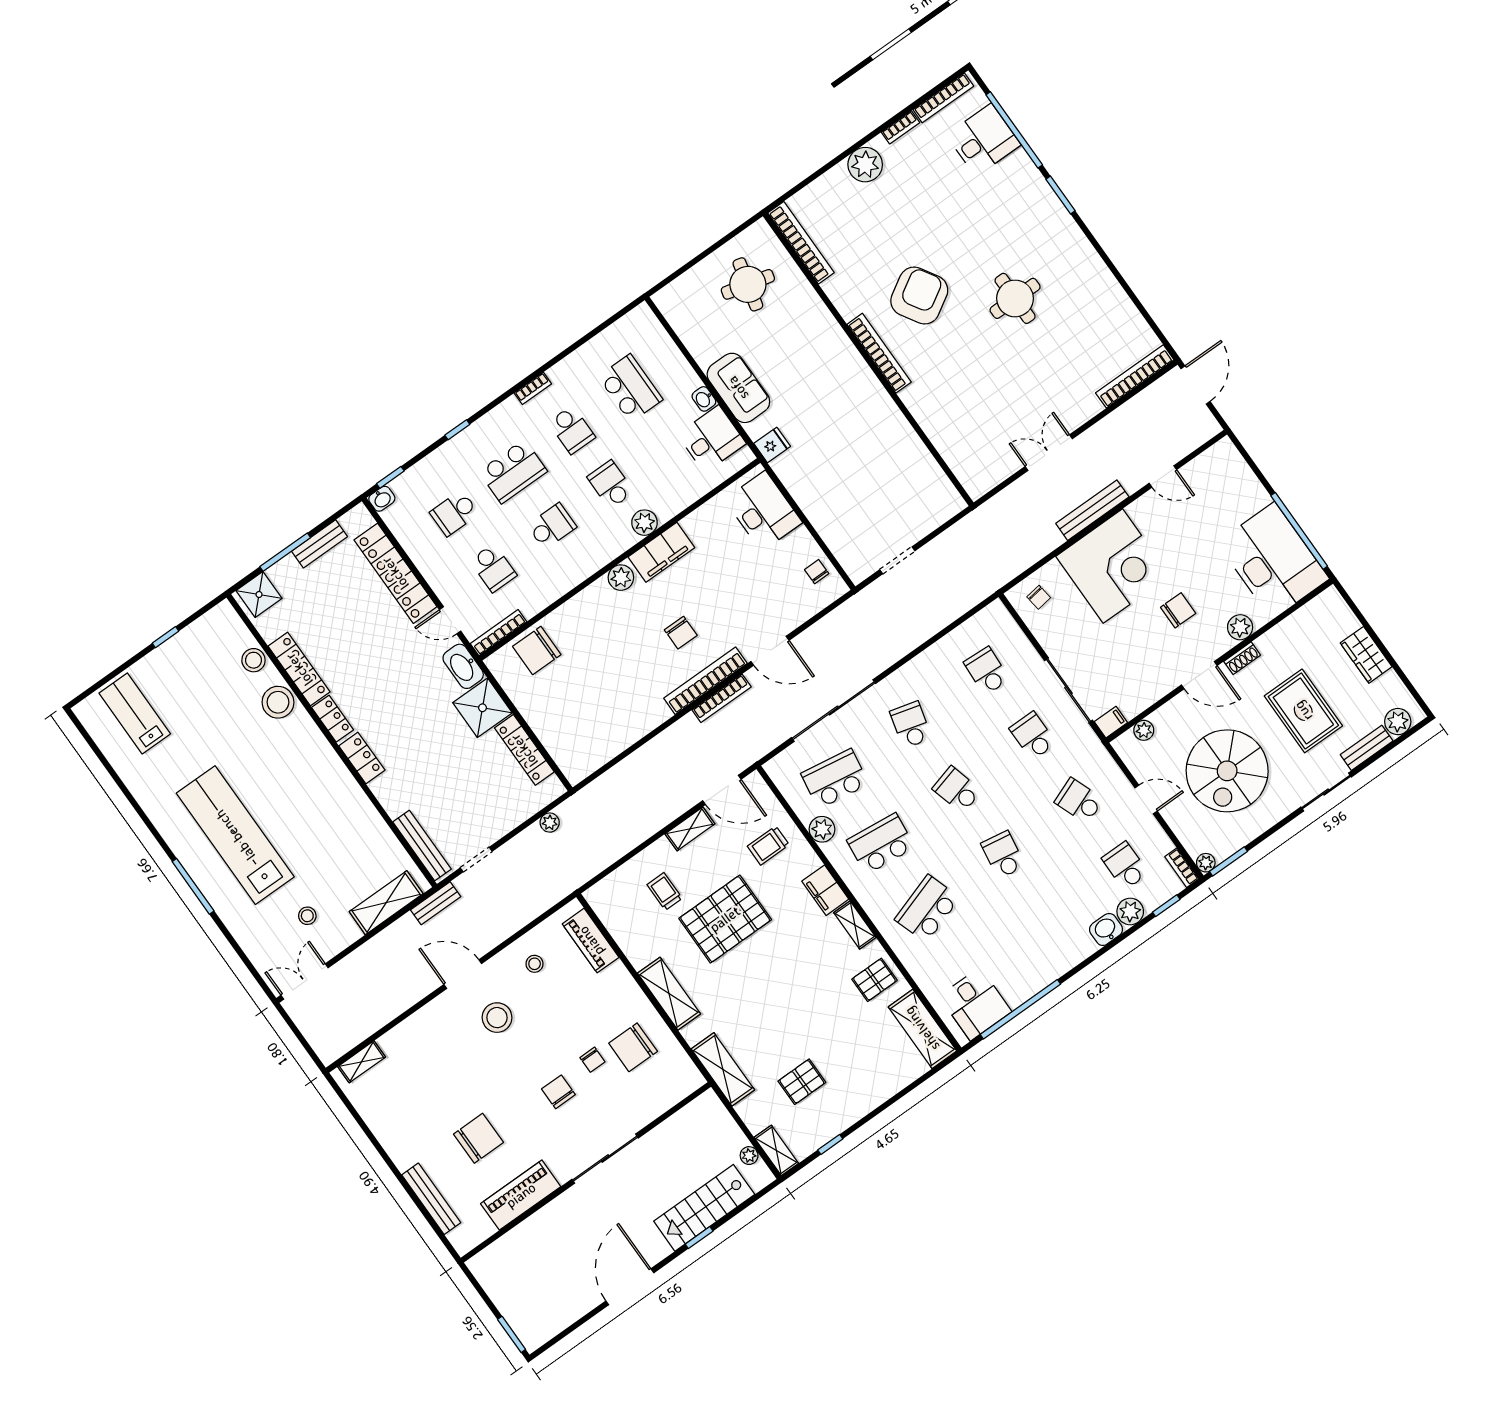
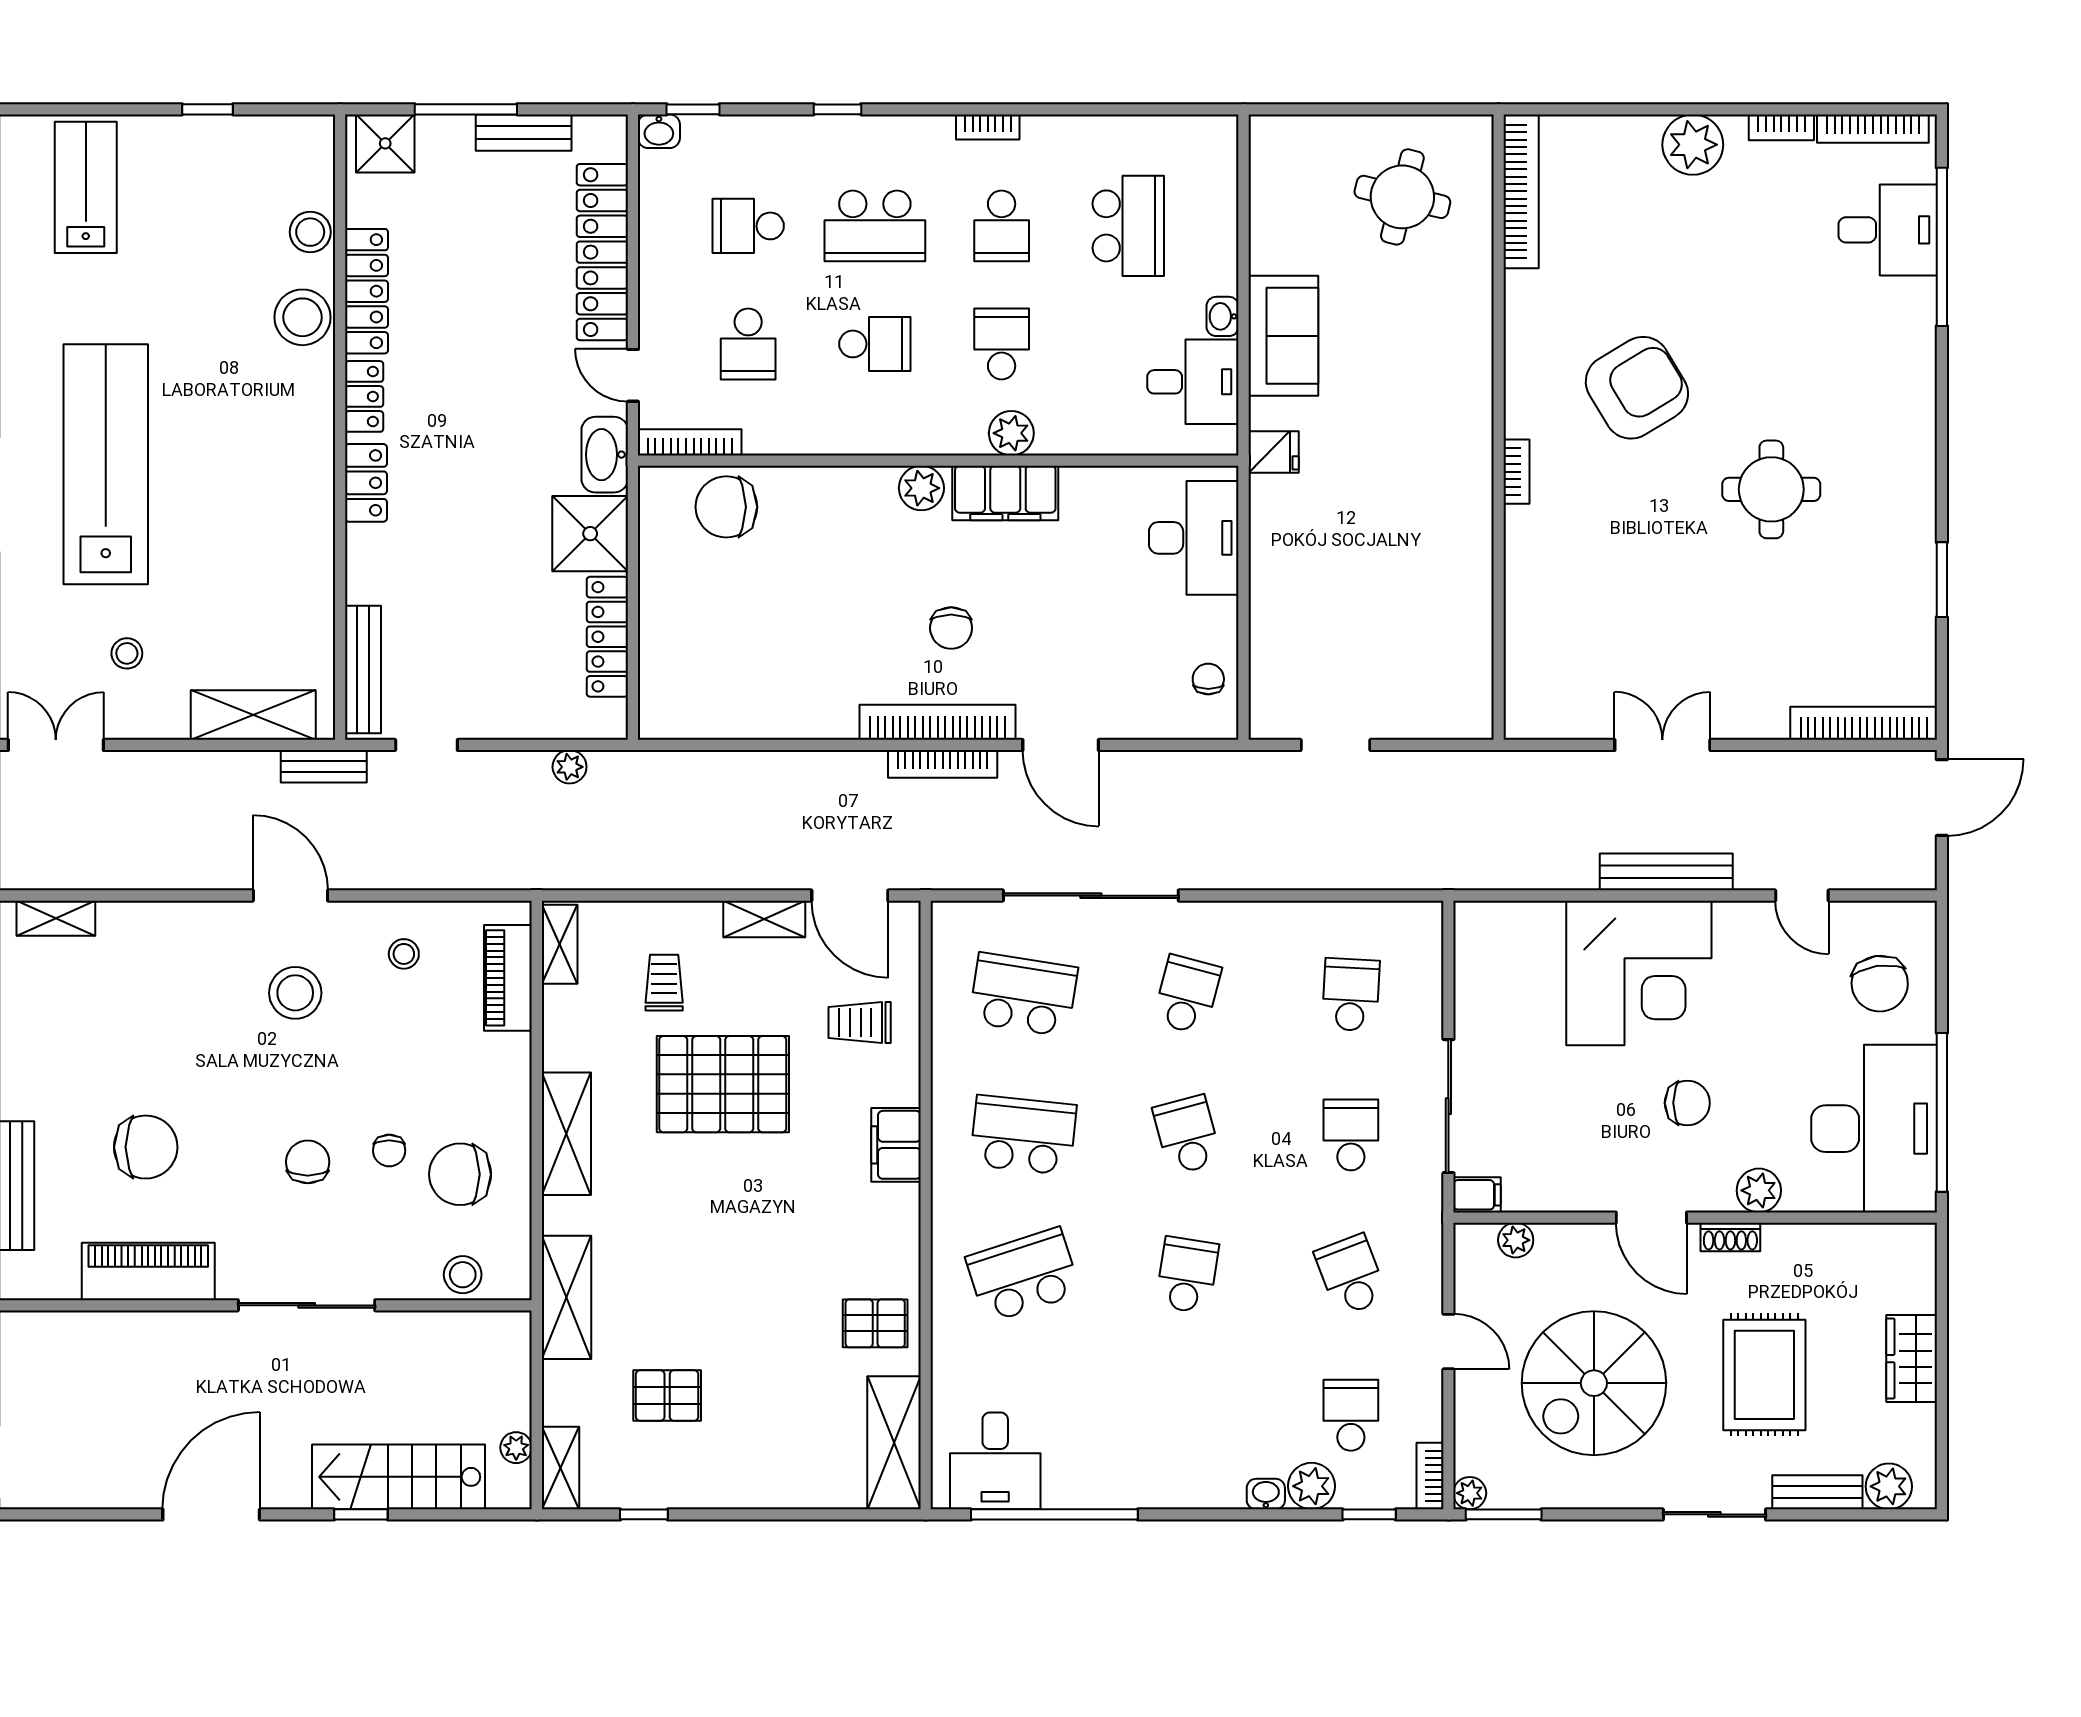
window: (1060, 195) -> (1942, 580), moved
bookcase: (879, 353) -> (1516, 472), width x0.43, depth x0.76
chair: (1039, 597) -> (1880, 984), moved, width x1.87, depth x1.87
plant: (822, 829) -> (953, 1054), removed
shelving: (855, 925) -> (560, 944), moved
washbasin: (1106, 929) -> (1266, 1494), width x0.72, depth x0.69
stool: (667, 1093) -> (463, 1275), added

